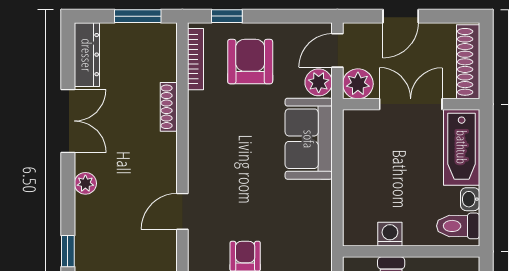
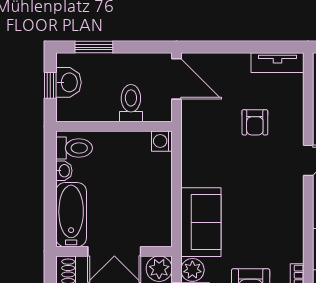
washing machine: (390, 234) -> (162, 141), moved, turned 90

